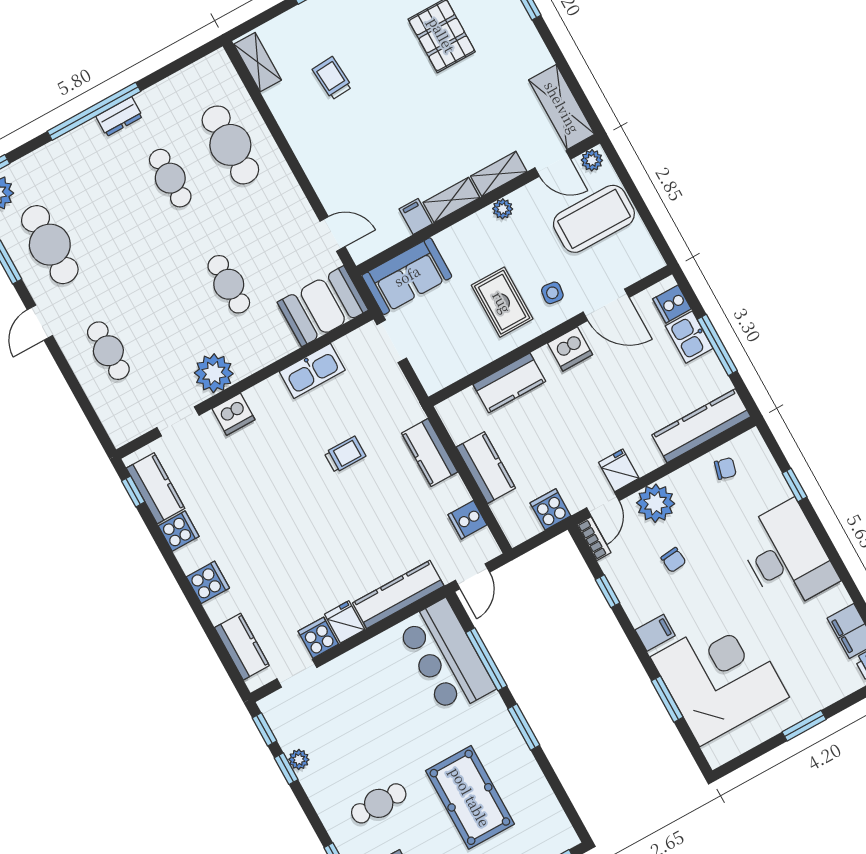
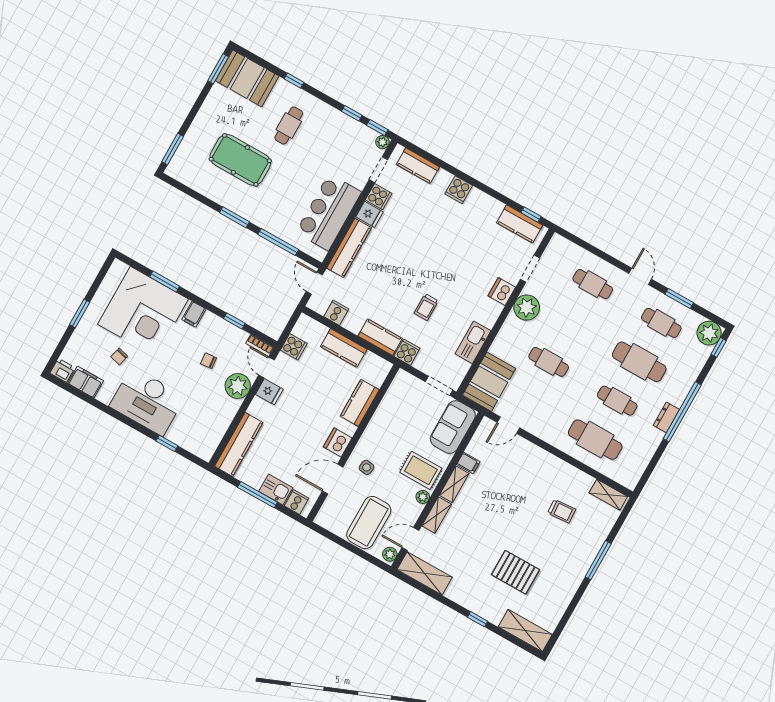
cafe table: (110, 211) -> (639, 362), added
cafe table: (50, 245) -> (661, 323), width x0.73, depth x0.74
rug: (502, 302) -> (421, 470), moved
chair: (725, 469) -> (119, 356), moved
cooker: (179, 531) -> (407, 352), moved, turned 180
bar counter: (446, 657) -> (329, 212), moved, turned -90
plant: (299, 759) -> (382, 142), moved

